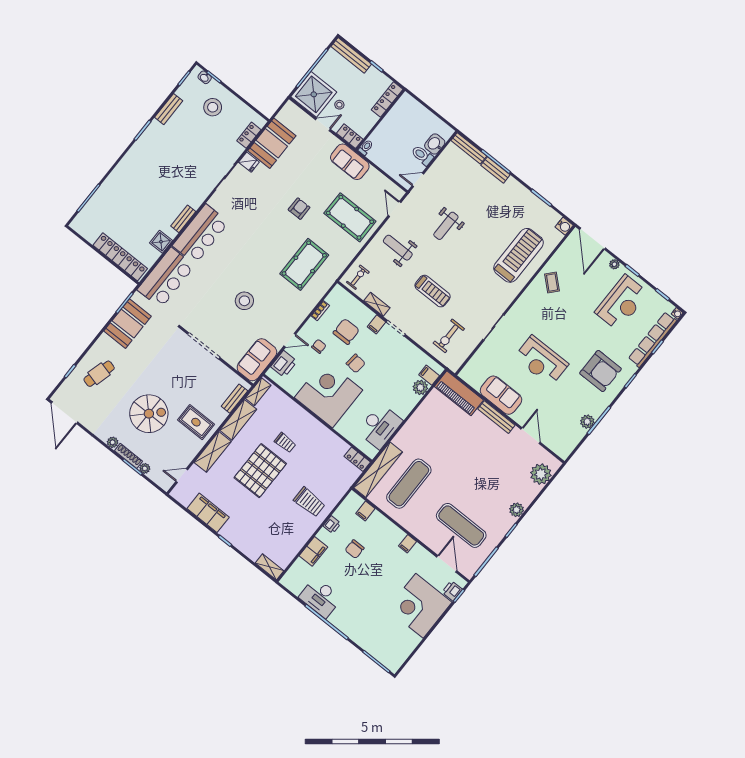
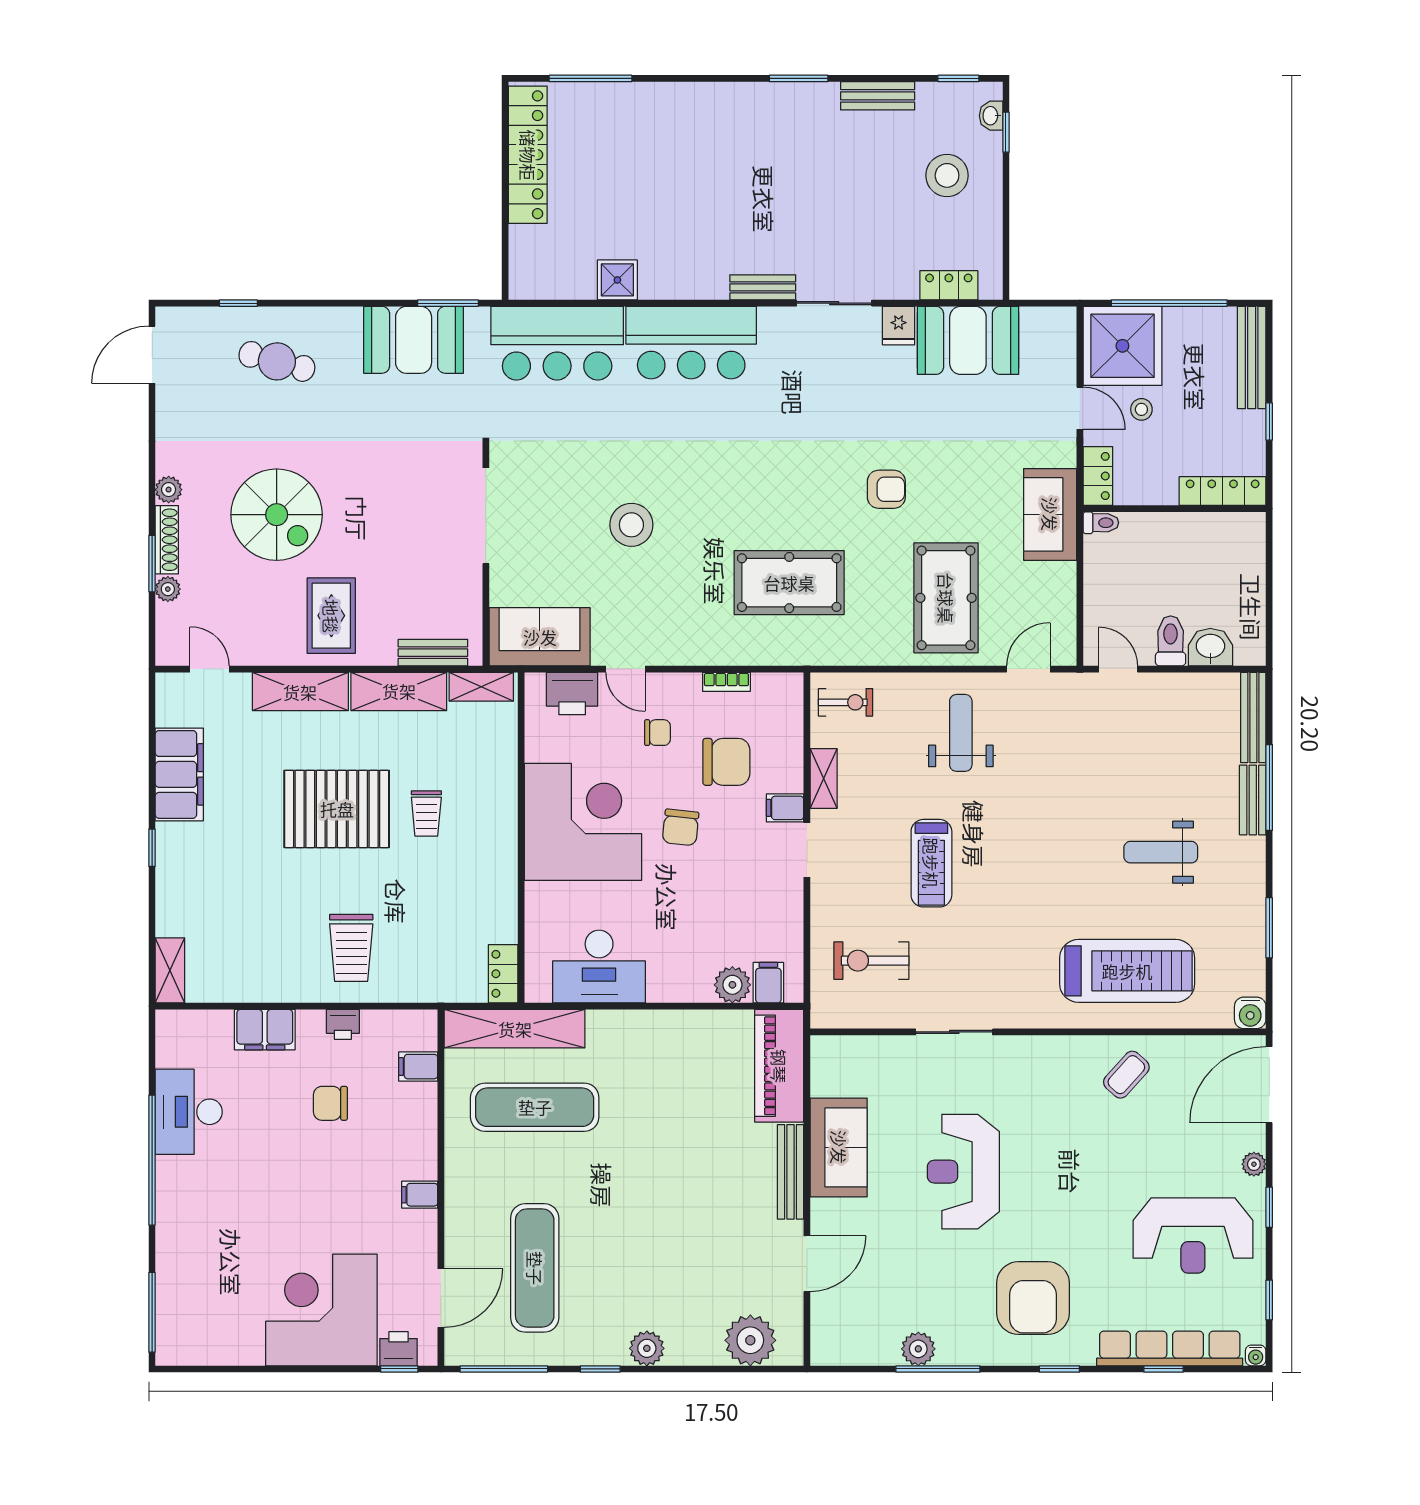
bench: (183, 219) -> (763, 287), moved
weight bench: (446, 226) -> (1161, 852), moved
locker: (120, 257) -> (528, 155), moved
door: (64, 413) -> (152, 355), width x0.73

